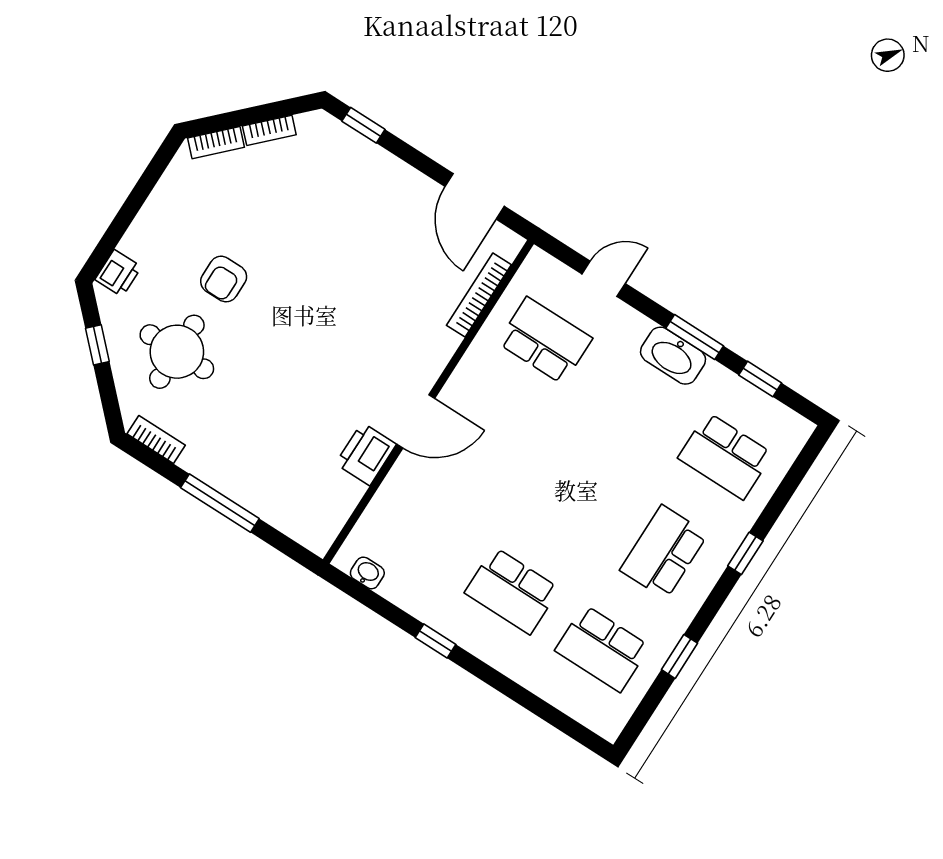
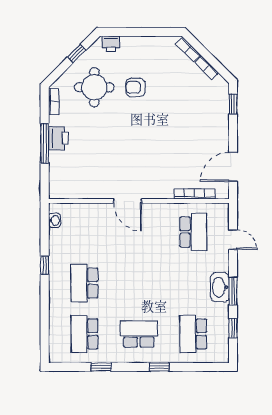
printer: (366, 454) -> (58, 138), moved, turned 90

